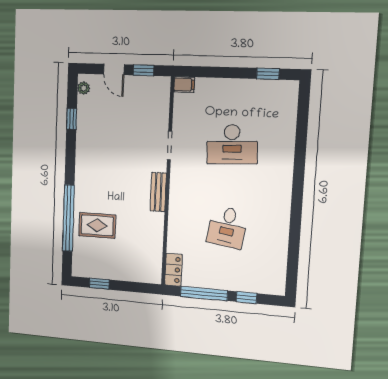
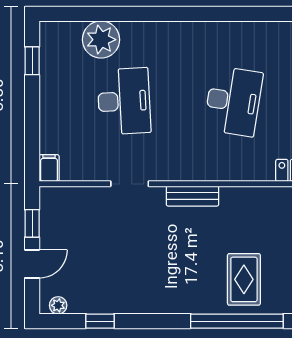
plant: (281, 129) -> (101, 40), added
desk: (227, 227) -> (233, 101), width x1.37

